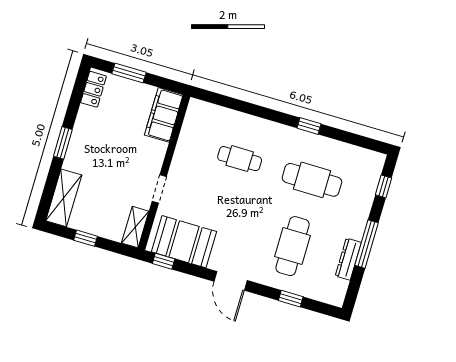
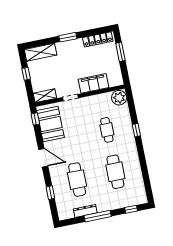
locker: (94, 89) -> (98, 39), width x1.53
plant: (200, 113) -> (119, 98), added
filing cabinet: (164, 115) -> (94, 83), moved
window: (309, 126) -> (136, 130), moved
cafe table: (293, 246) -> (77, 180), turned 90
door: (231, 281) -> (43, 158), swing flipped

